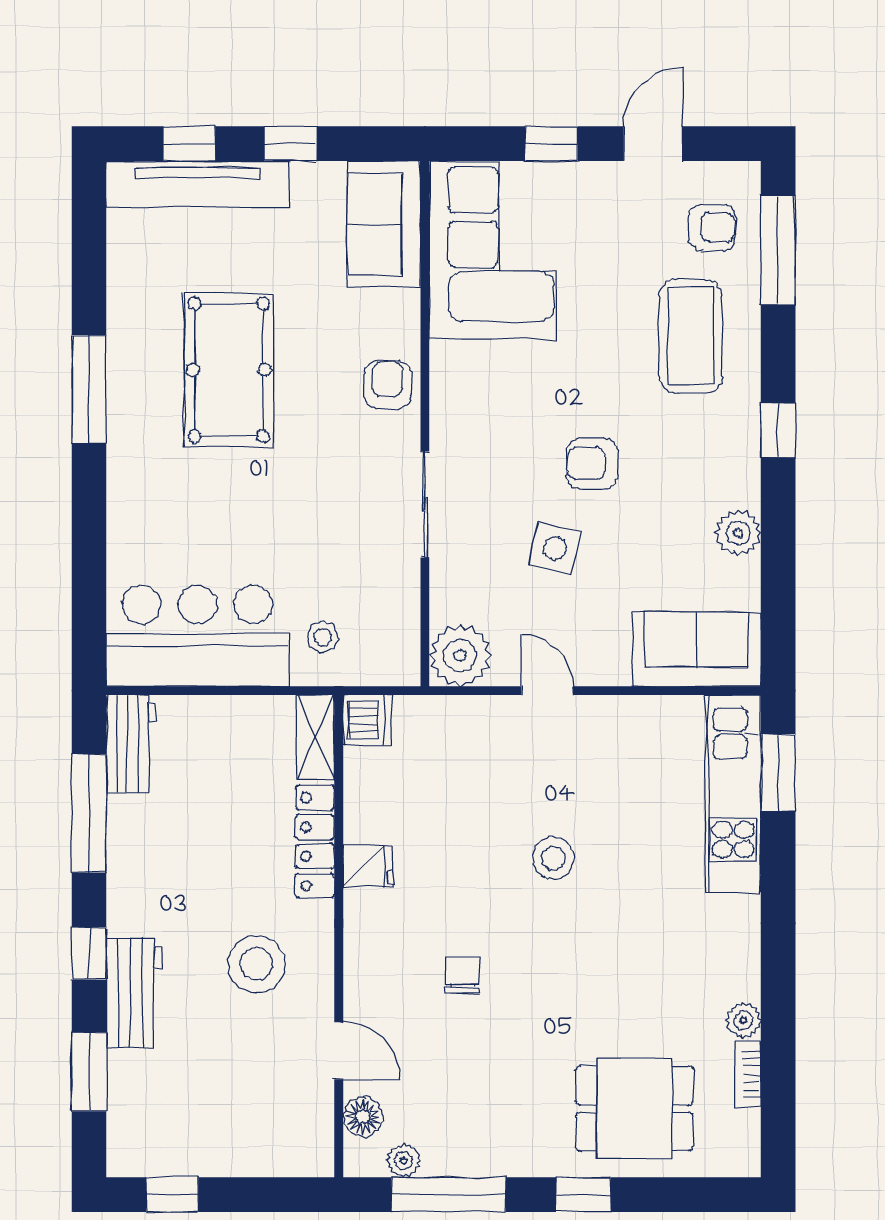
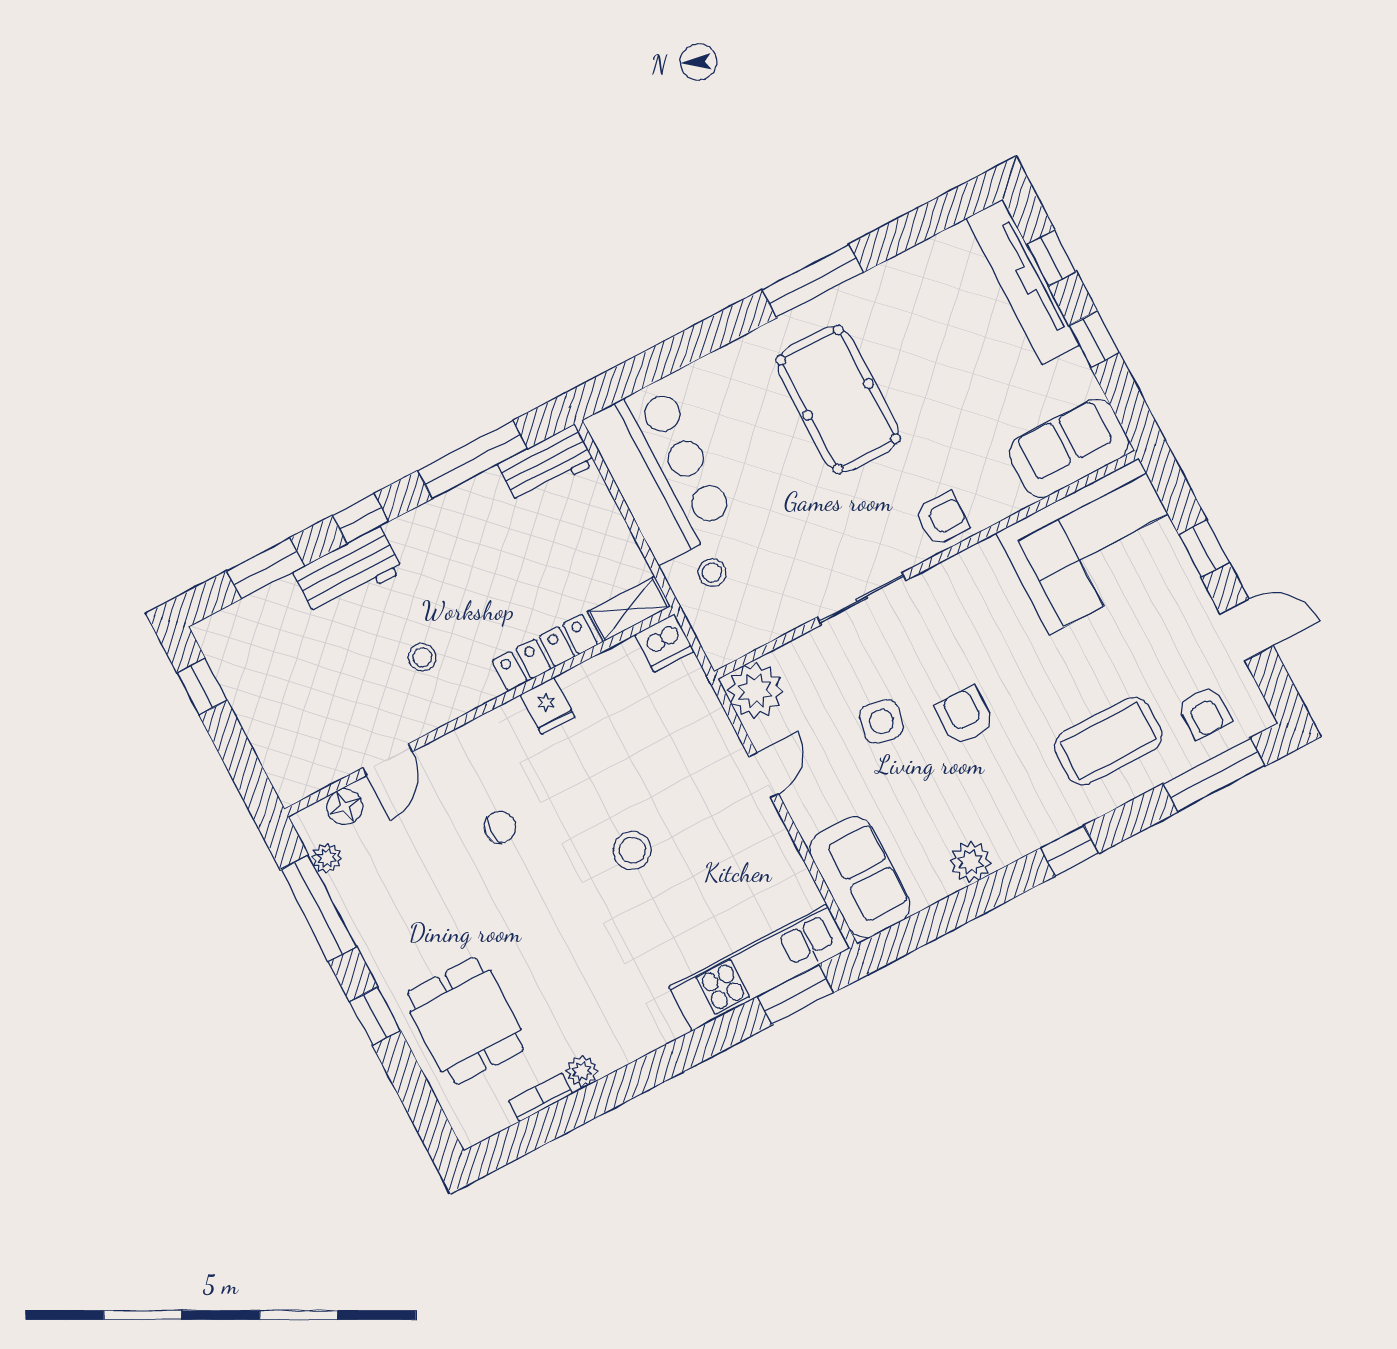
pool table: (229, 370) -> (838, 399), moved, turned 90
stool: (256, 964) -> (422, 657), width x0.53, depth x0.53

